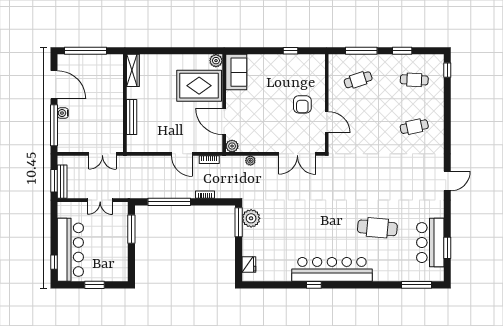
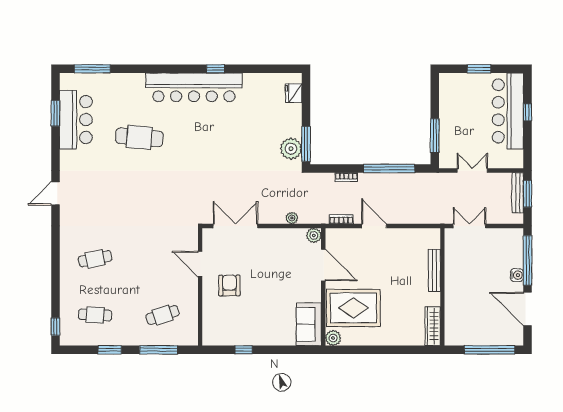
window: (54, 262) -> (528, 112), moved

